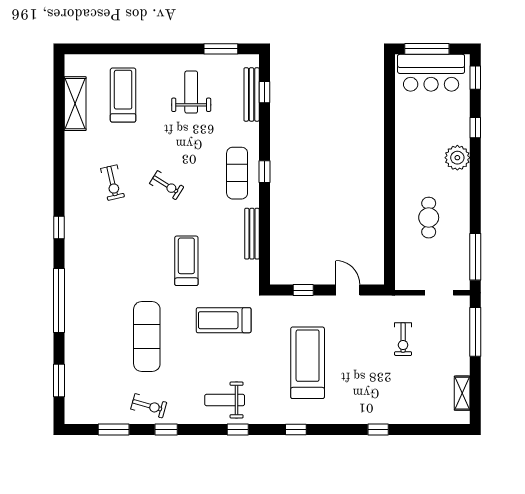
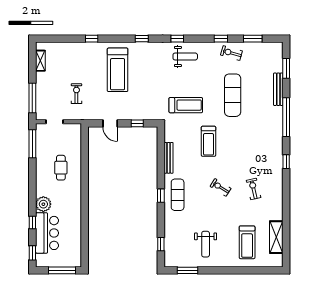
bar counter: (431, 73) -> (47, 233), moved, turned 90
bench: (252, 94) -> (278, 89), moved
treadmill: (308, 363) -> (118, 70), moved

